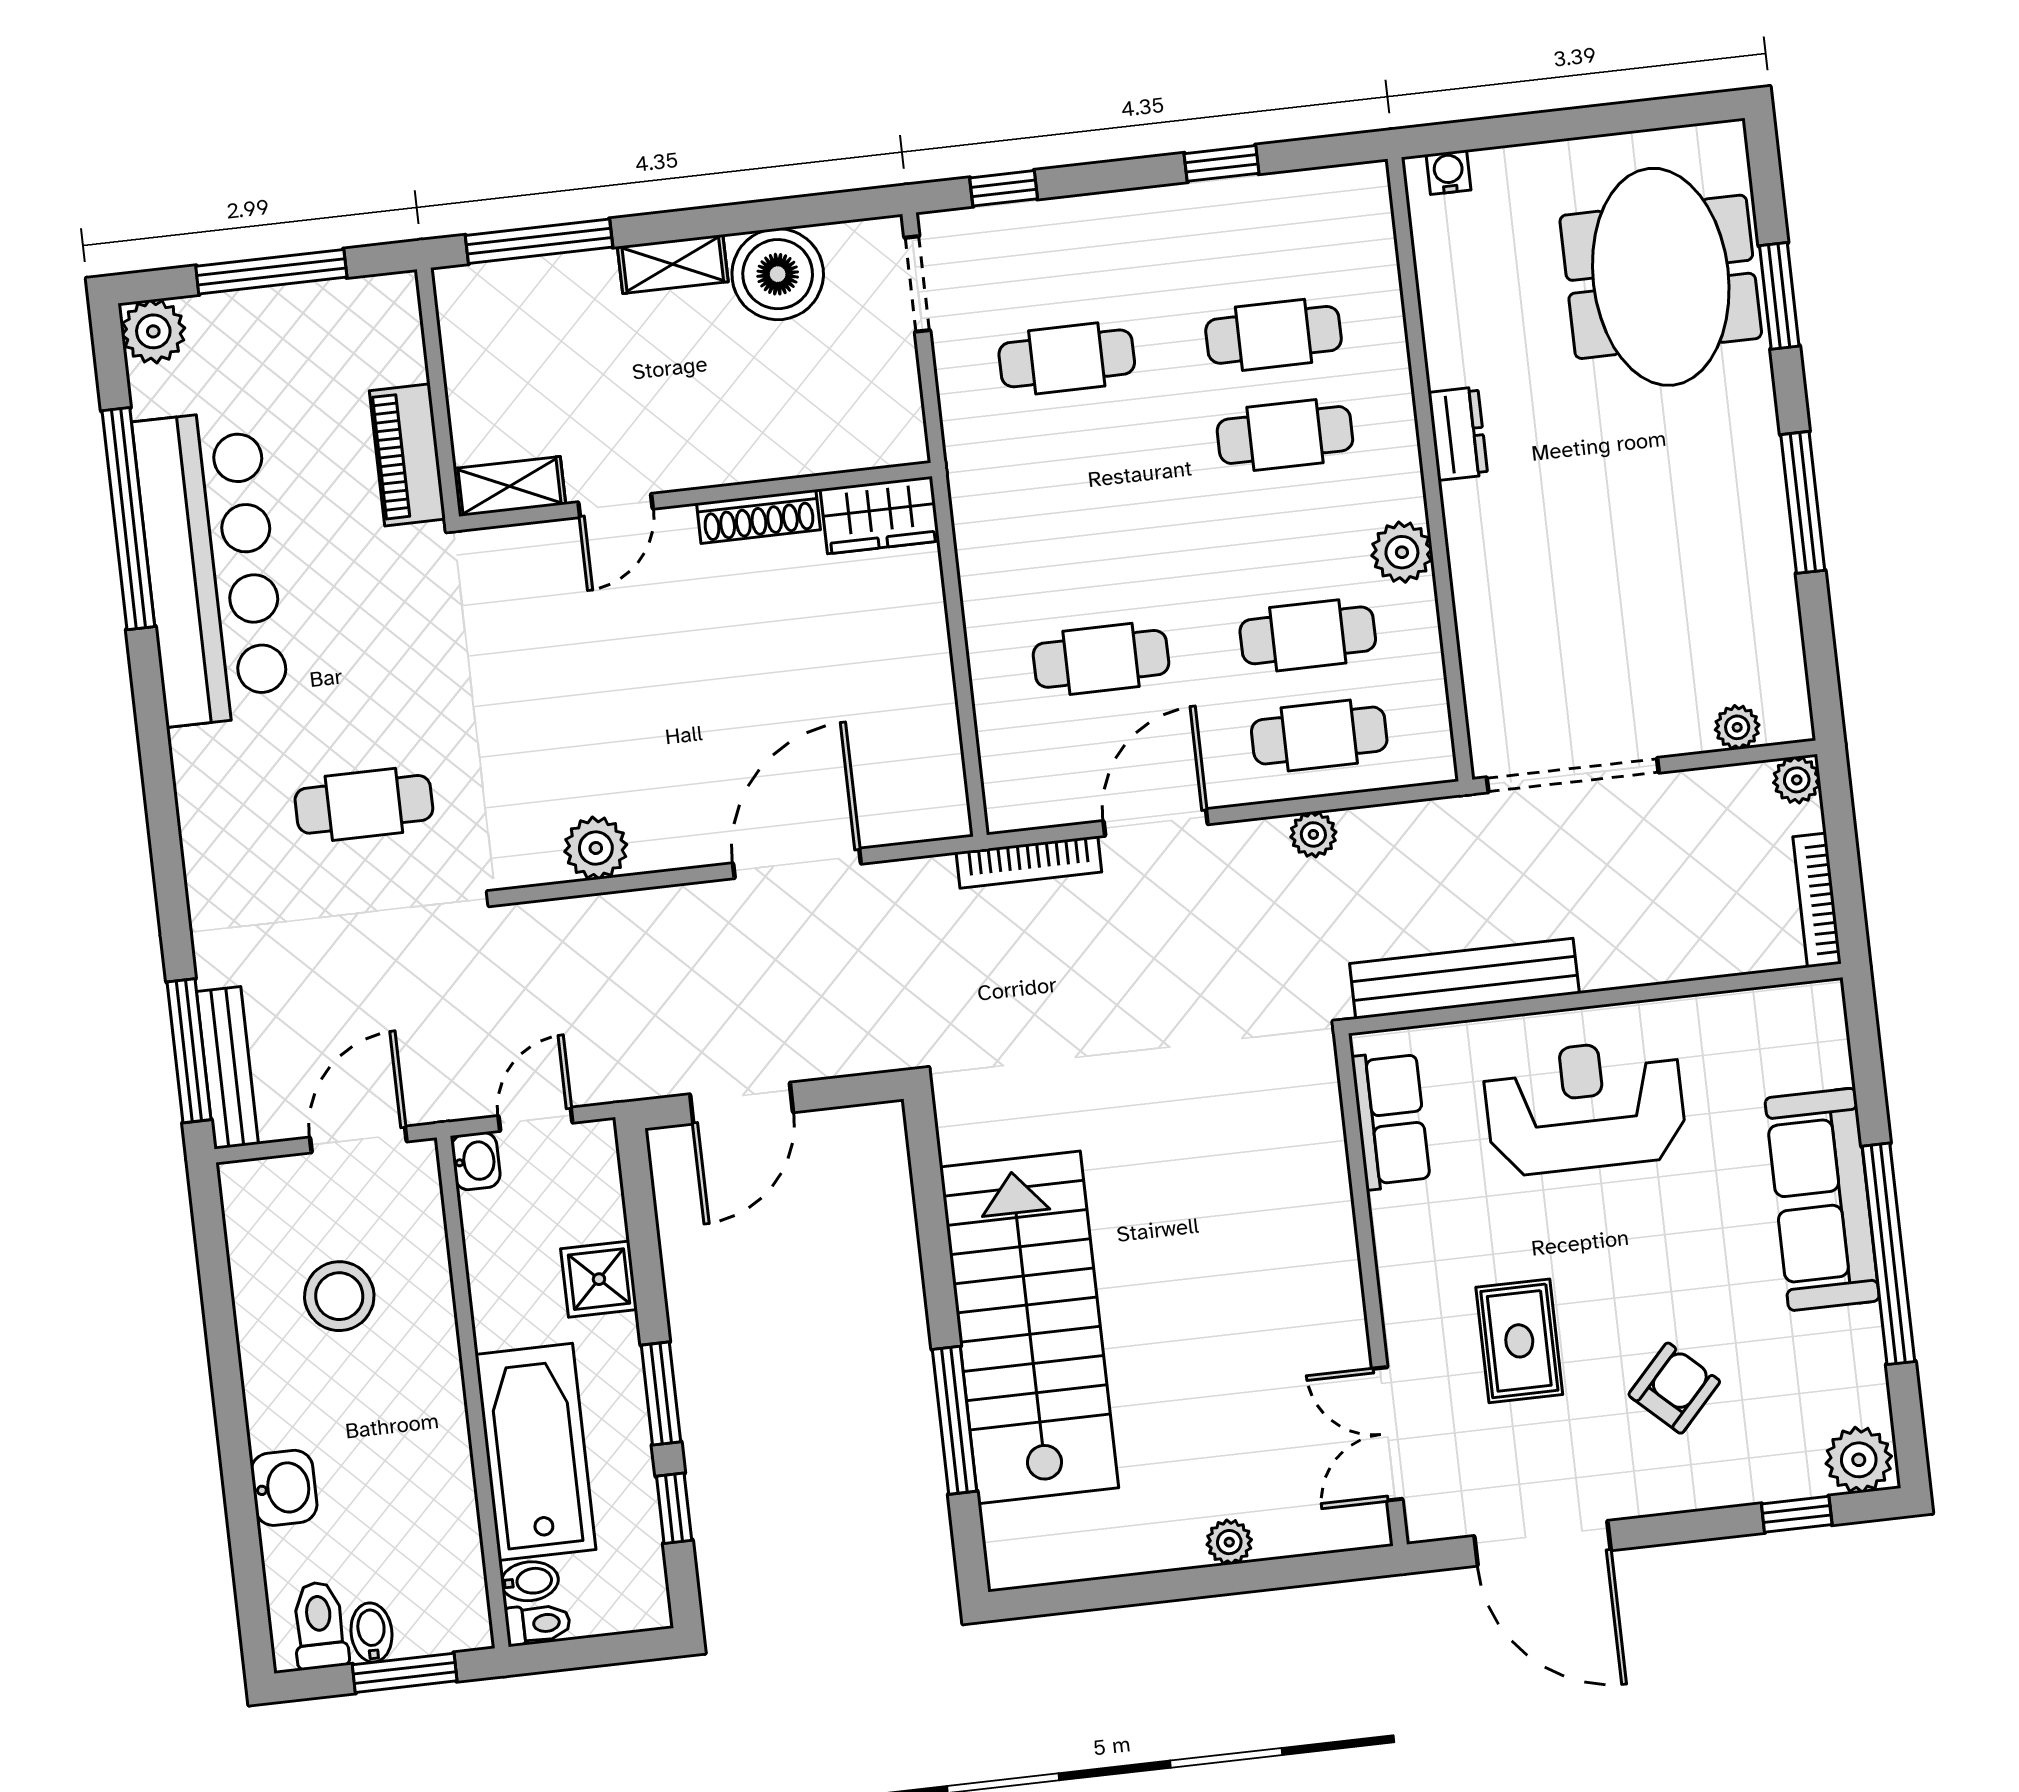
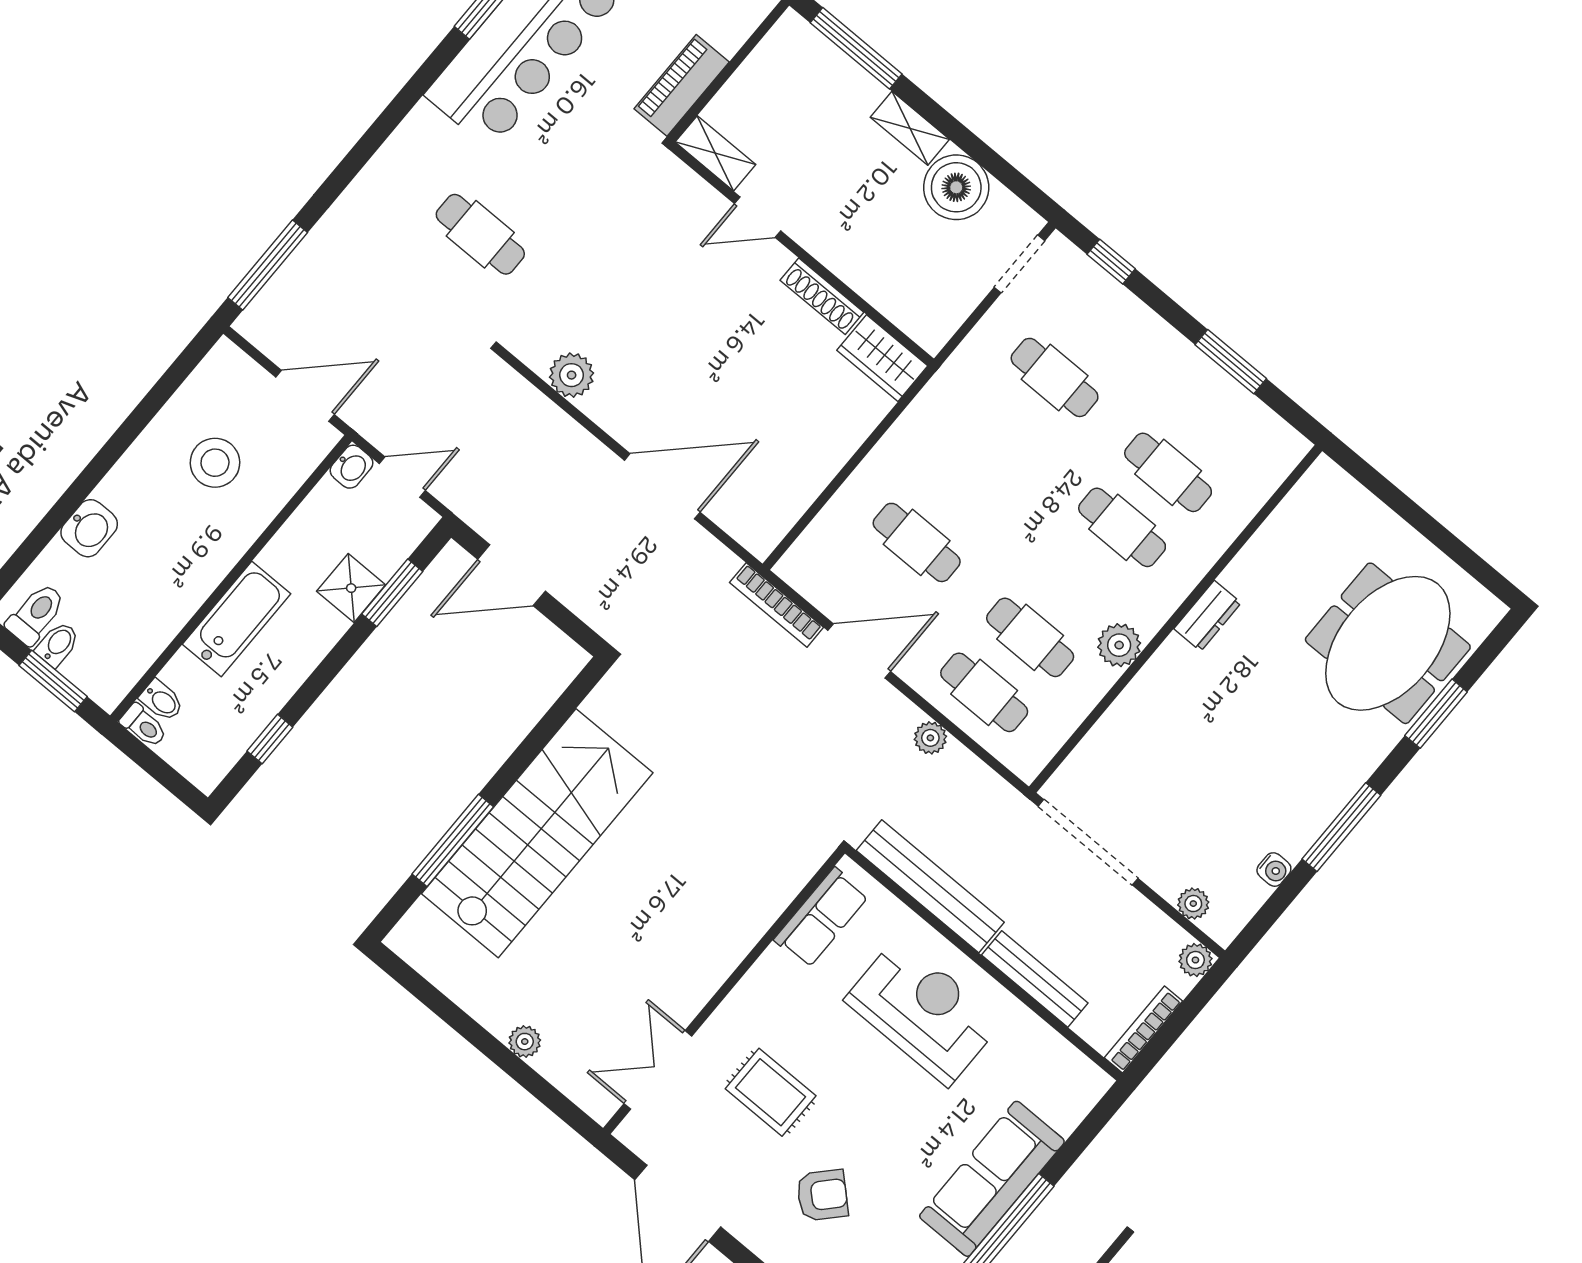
window: (1222, 163) -> (1231, 362), width x1.50
water cooler: (1448, 172) -> (1274, 870), moved, turned 90
bench: (227, 1068) -> (1035, 979), moved, turned 90
rug: (1519, 1341) -> (771, 1092), turned 90
window: (661, 1394) -> (392, 593), moved
bathtub: (535, 1452) -> (236, 619), width x0.73, depth x0.73

